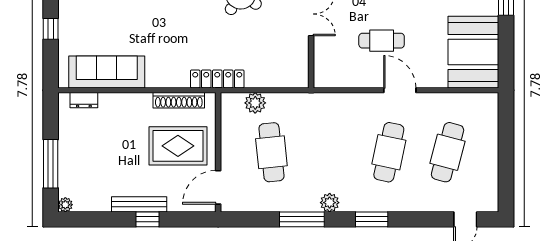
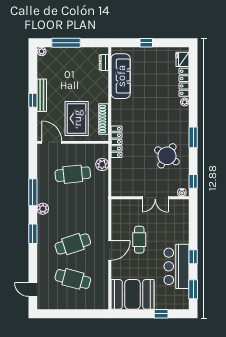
cafe table: (389, 152) -> (73, 244), turned -30

